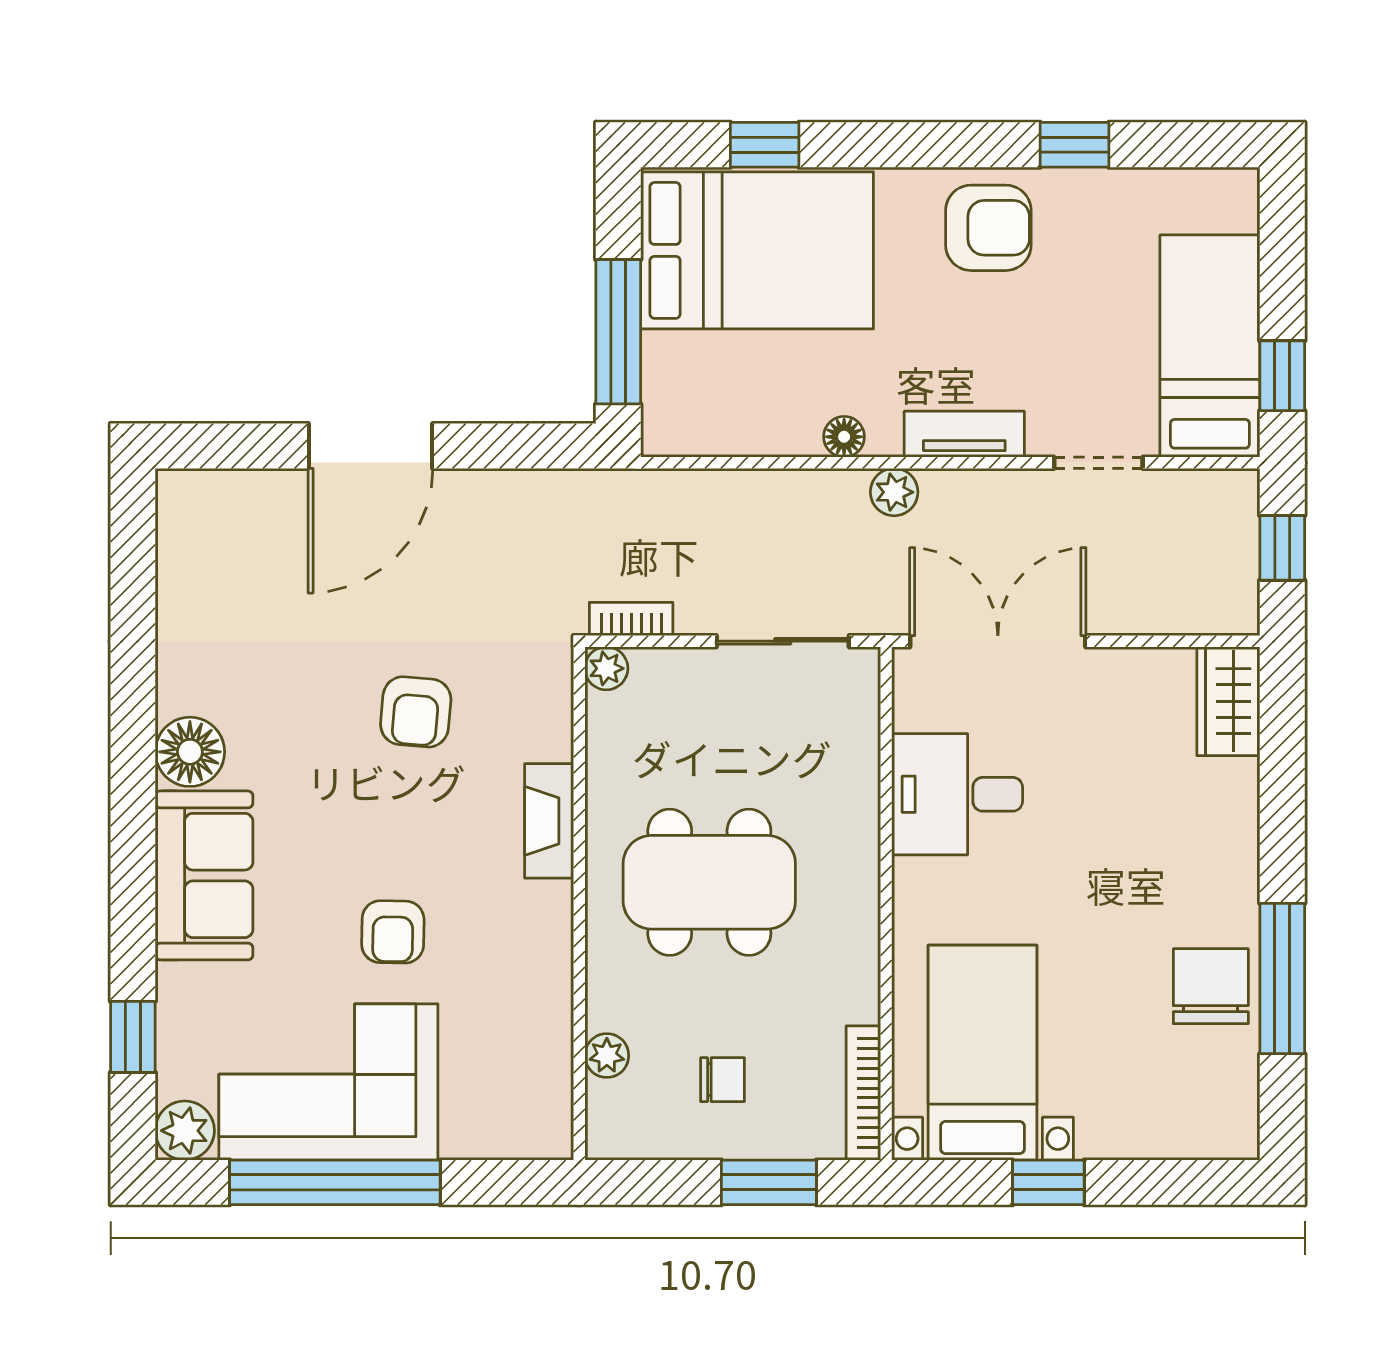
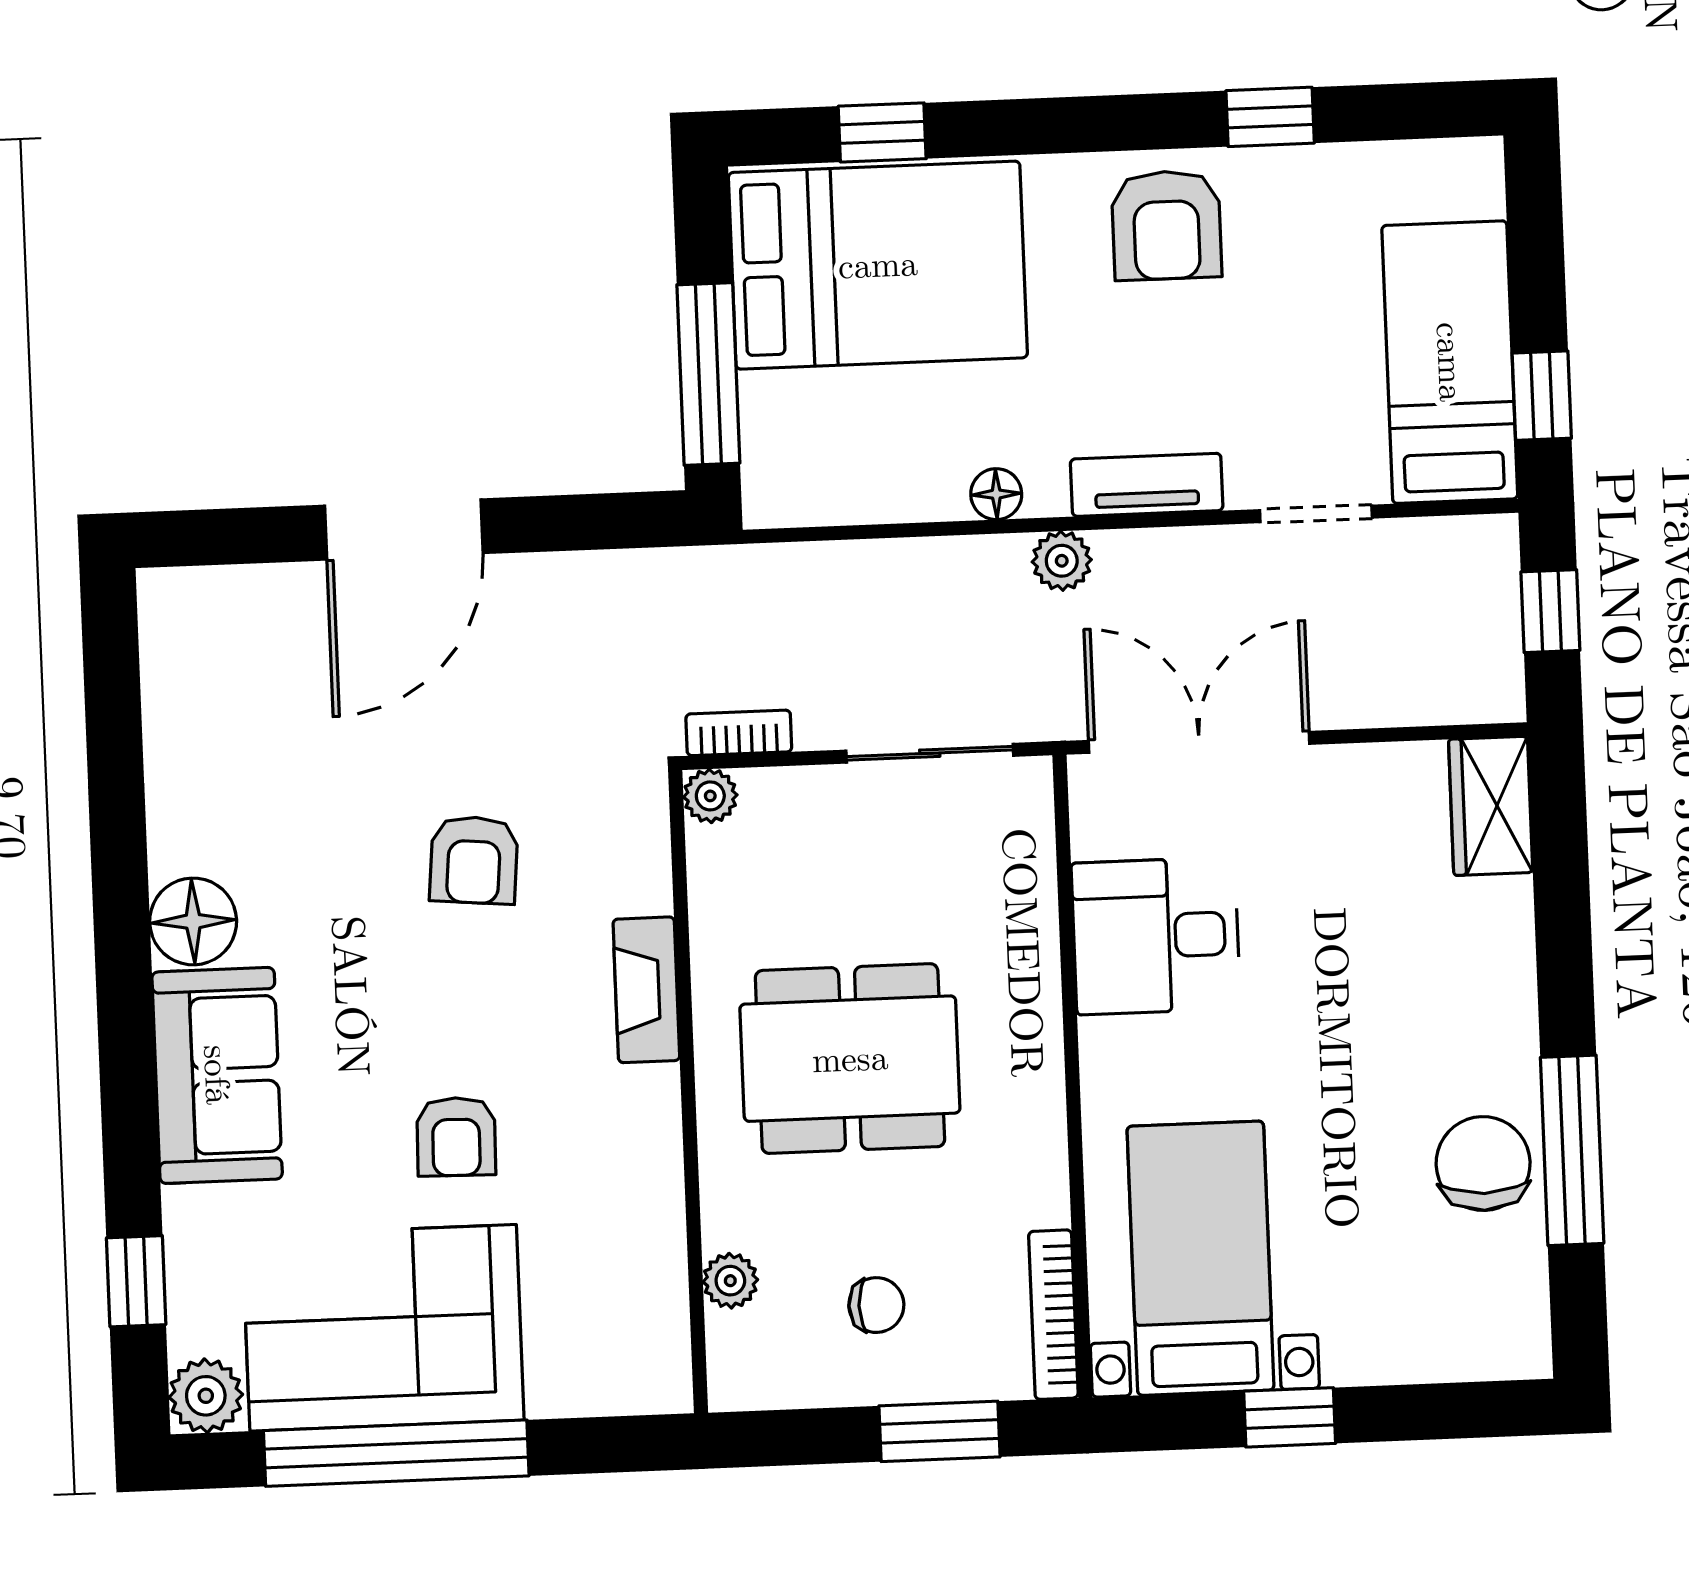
armchair: (988, 228) -> (1166, 225), turned 90

